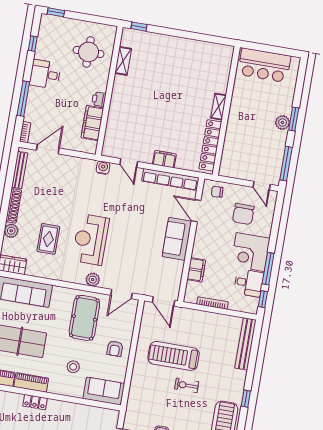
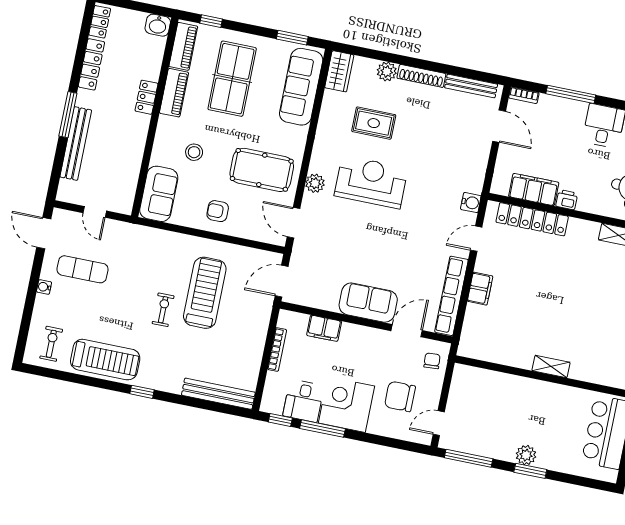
locker: (210, 145) -> (532, 219), moved, turned 180

